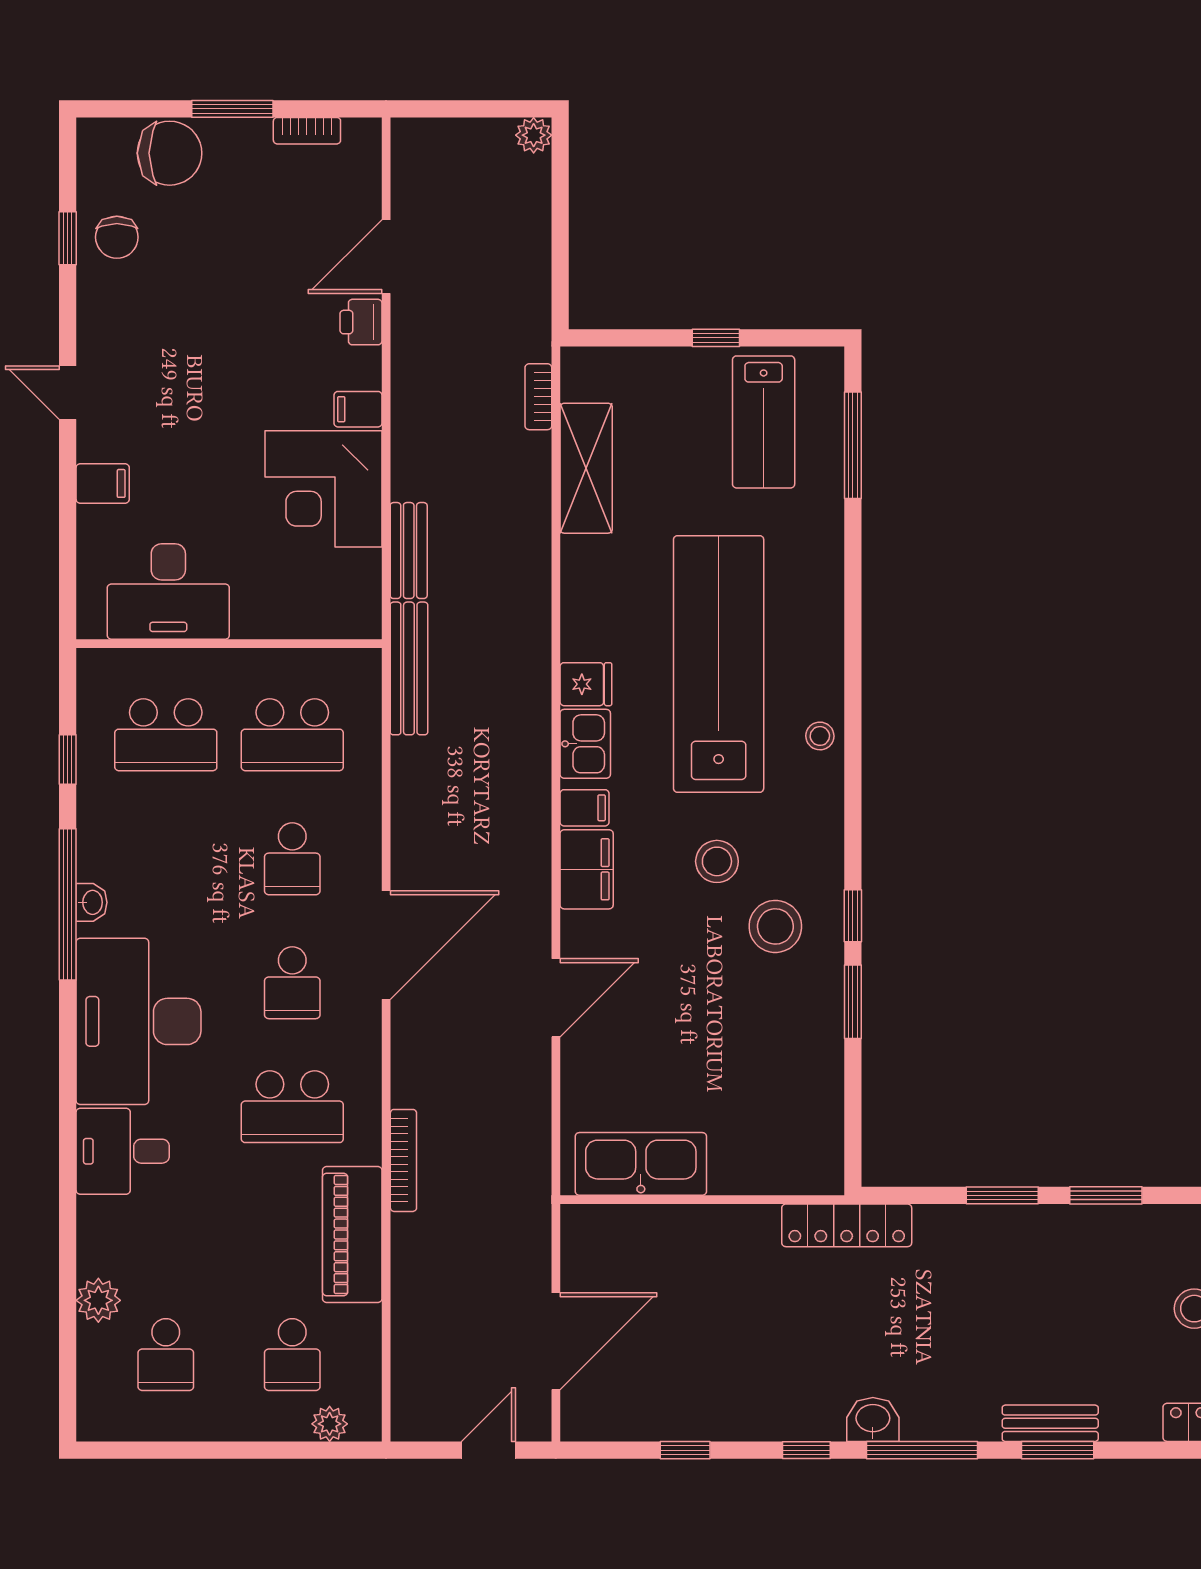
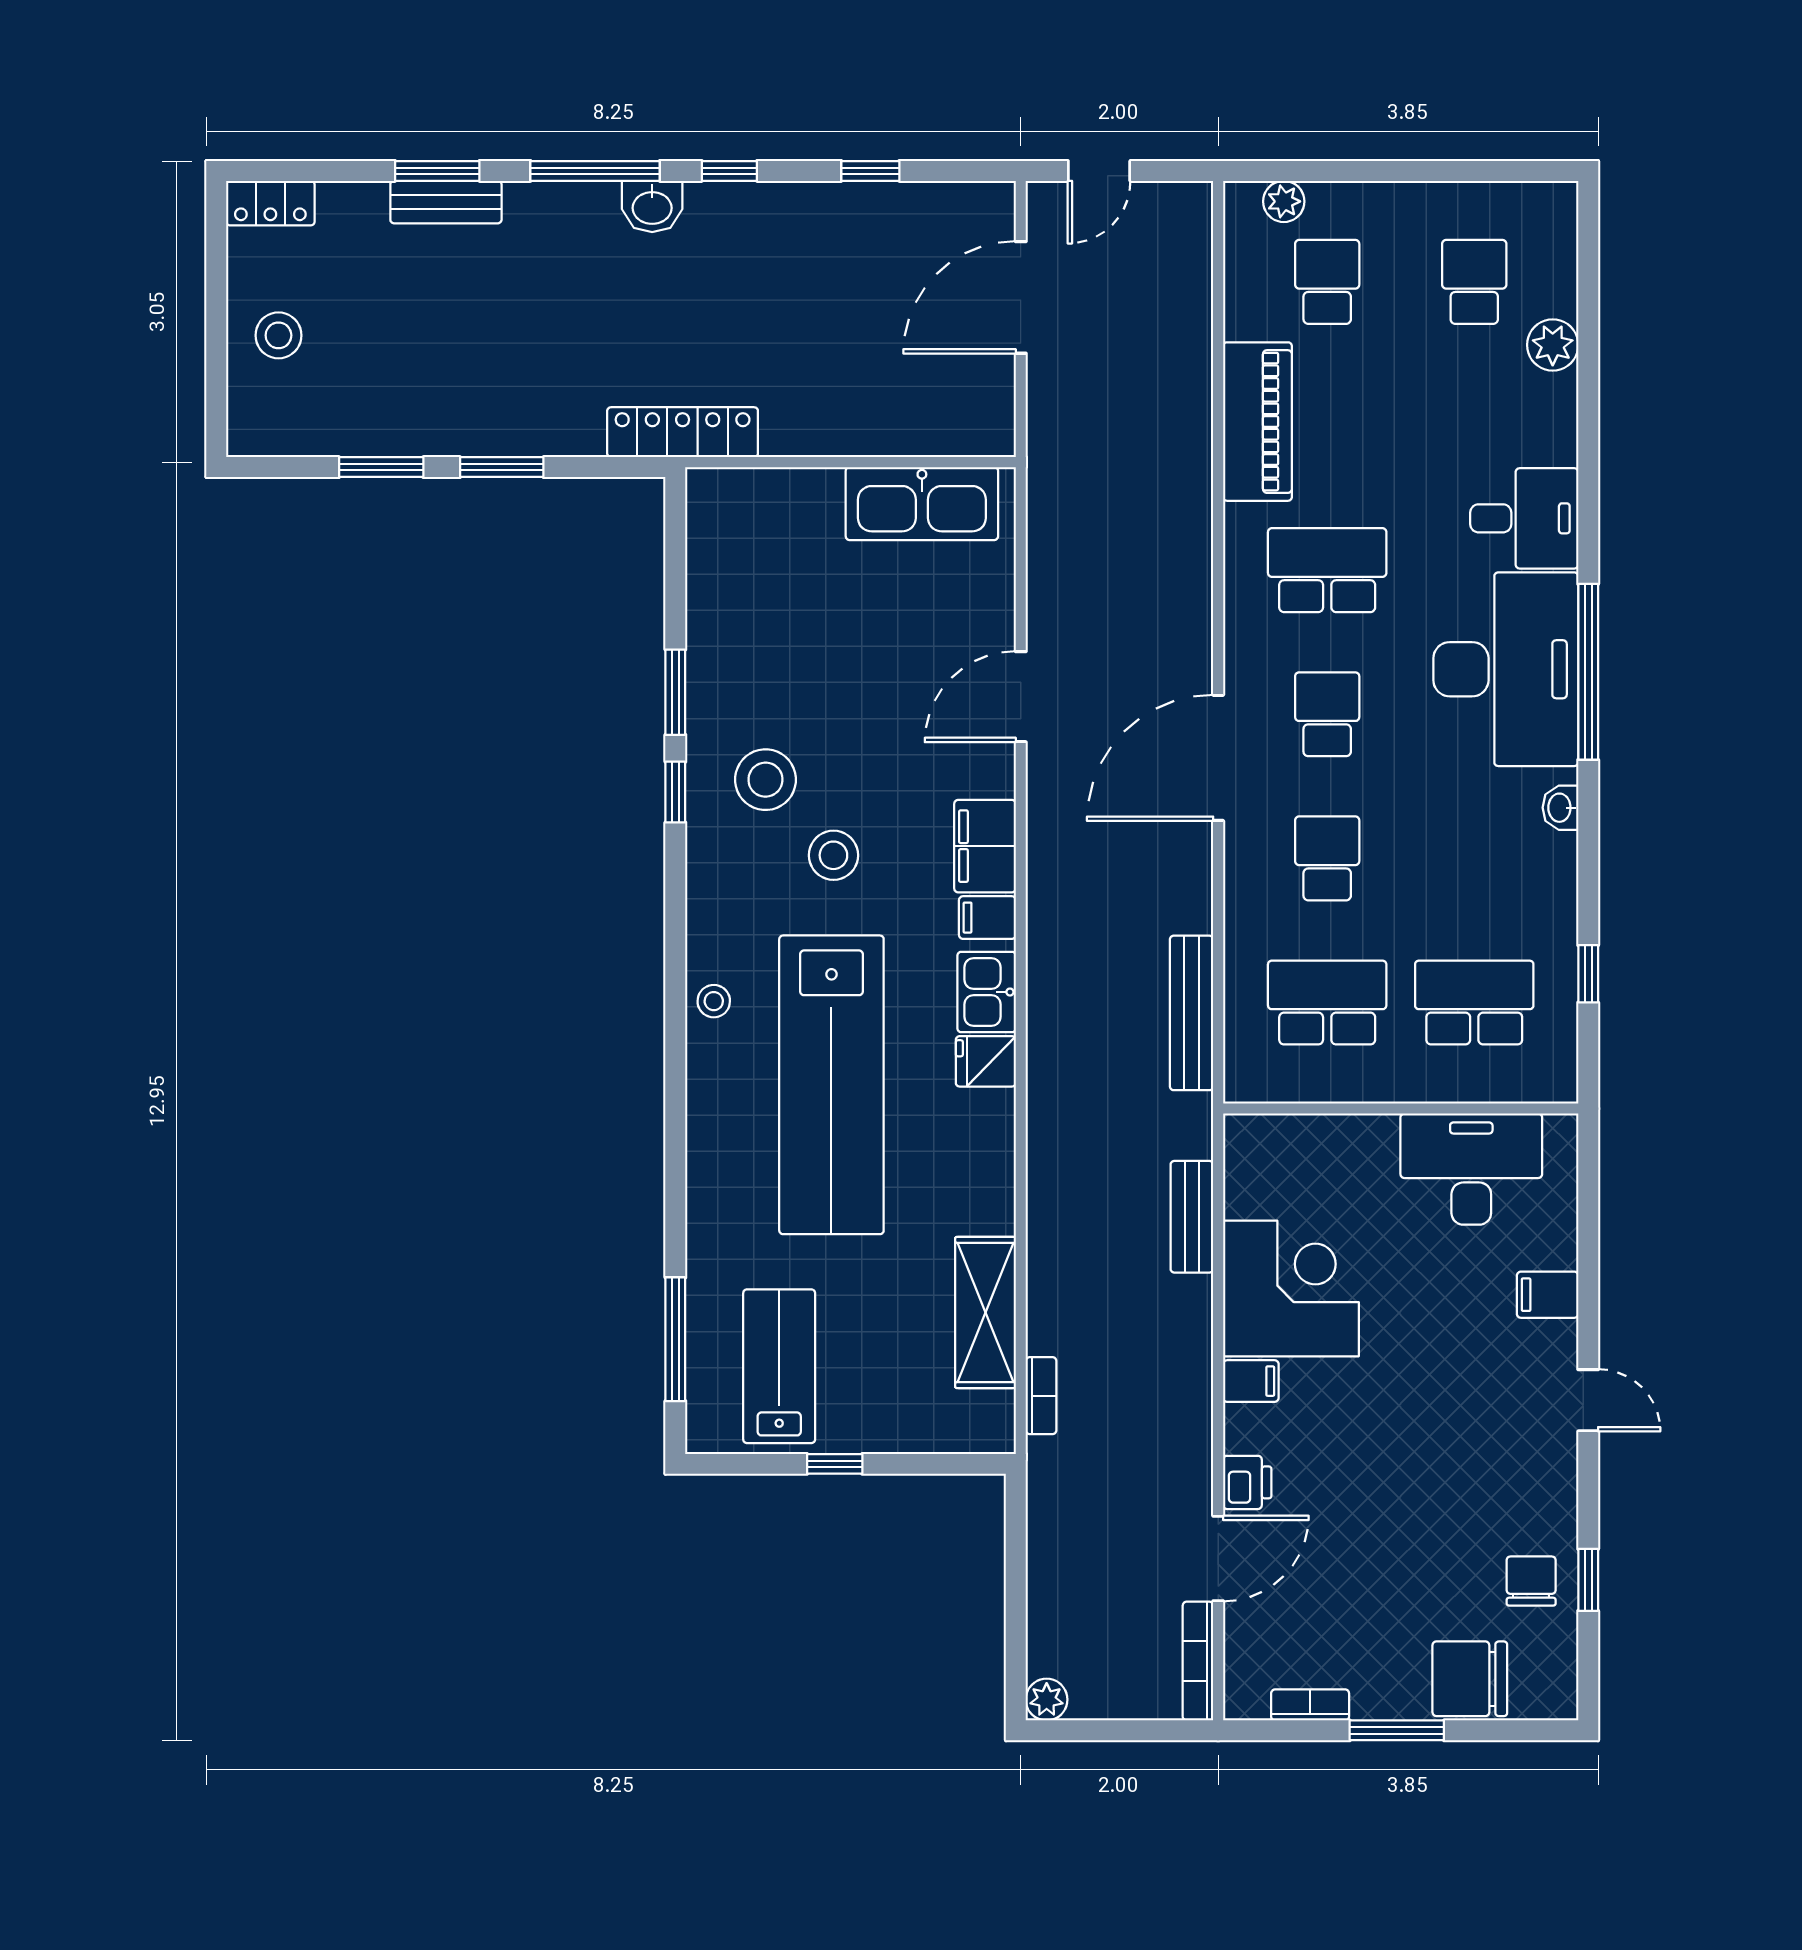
bench: (409, 668) -> (1192, 1013), moved
window: (68, 904) -> (1588, 672), moved
bookcase: (403, 1160) -> (1198, 1661), moved

